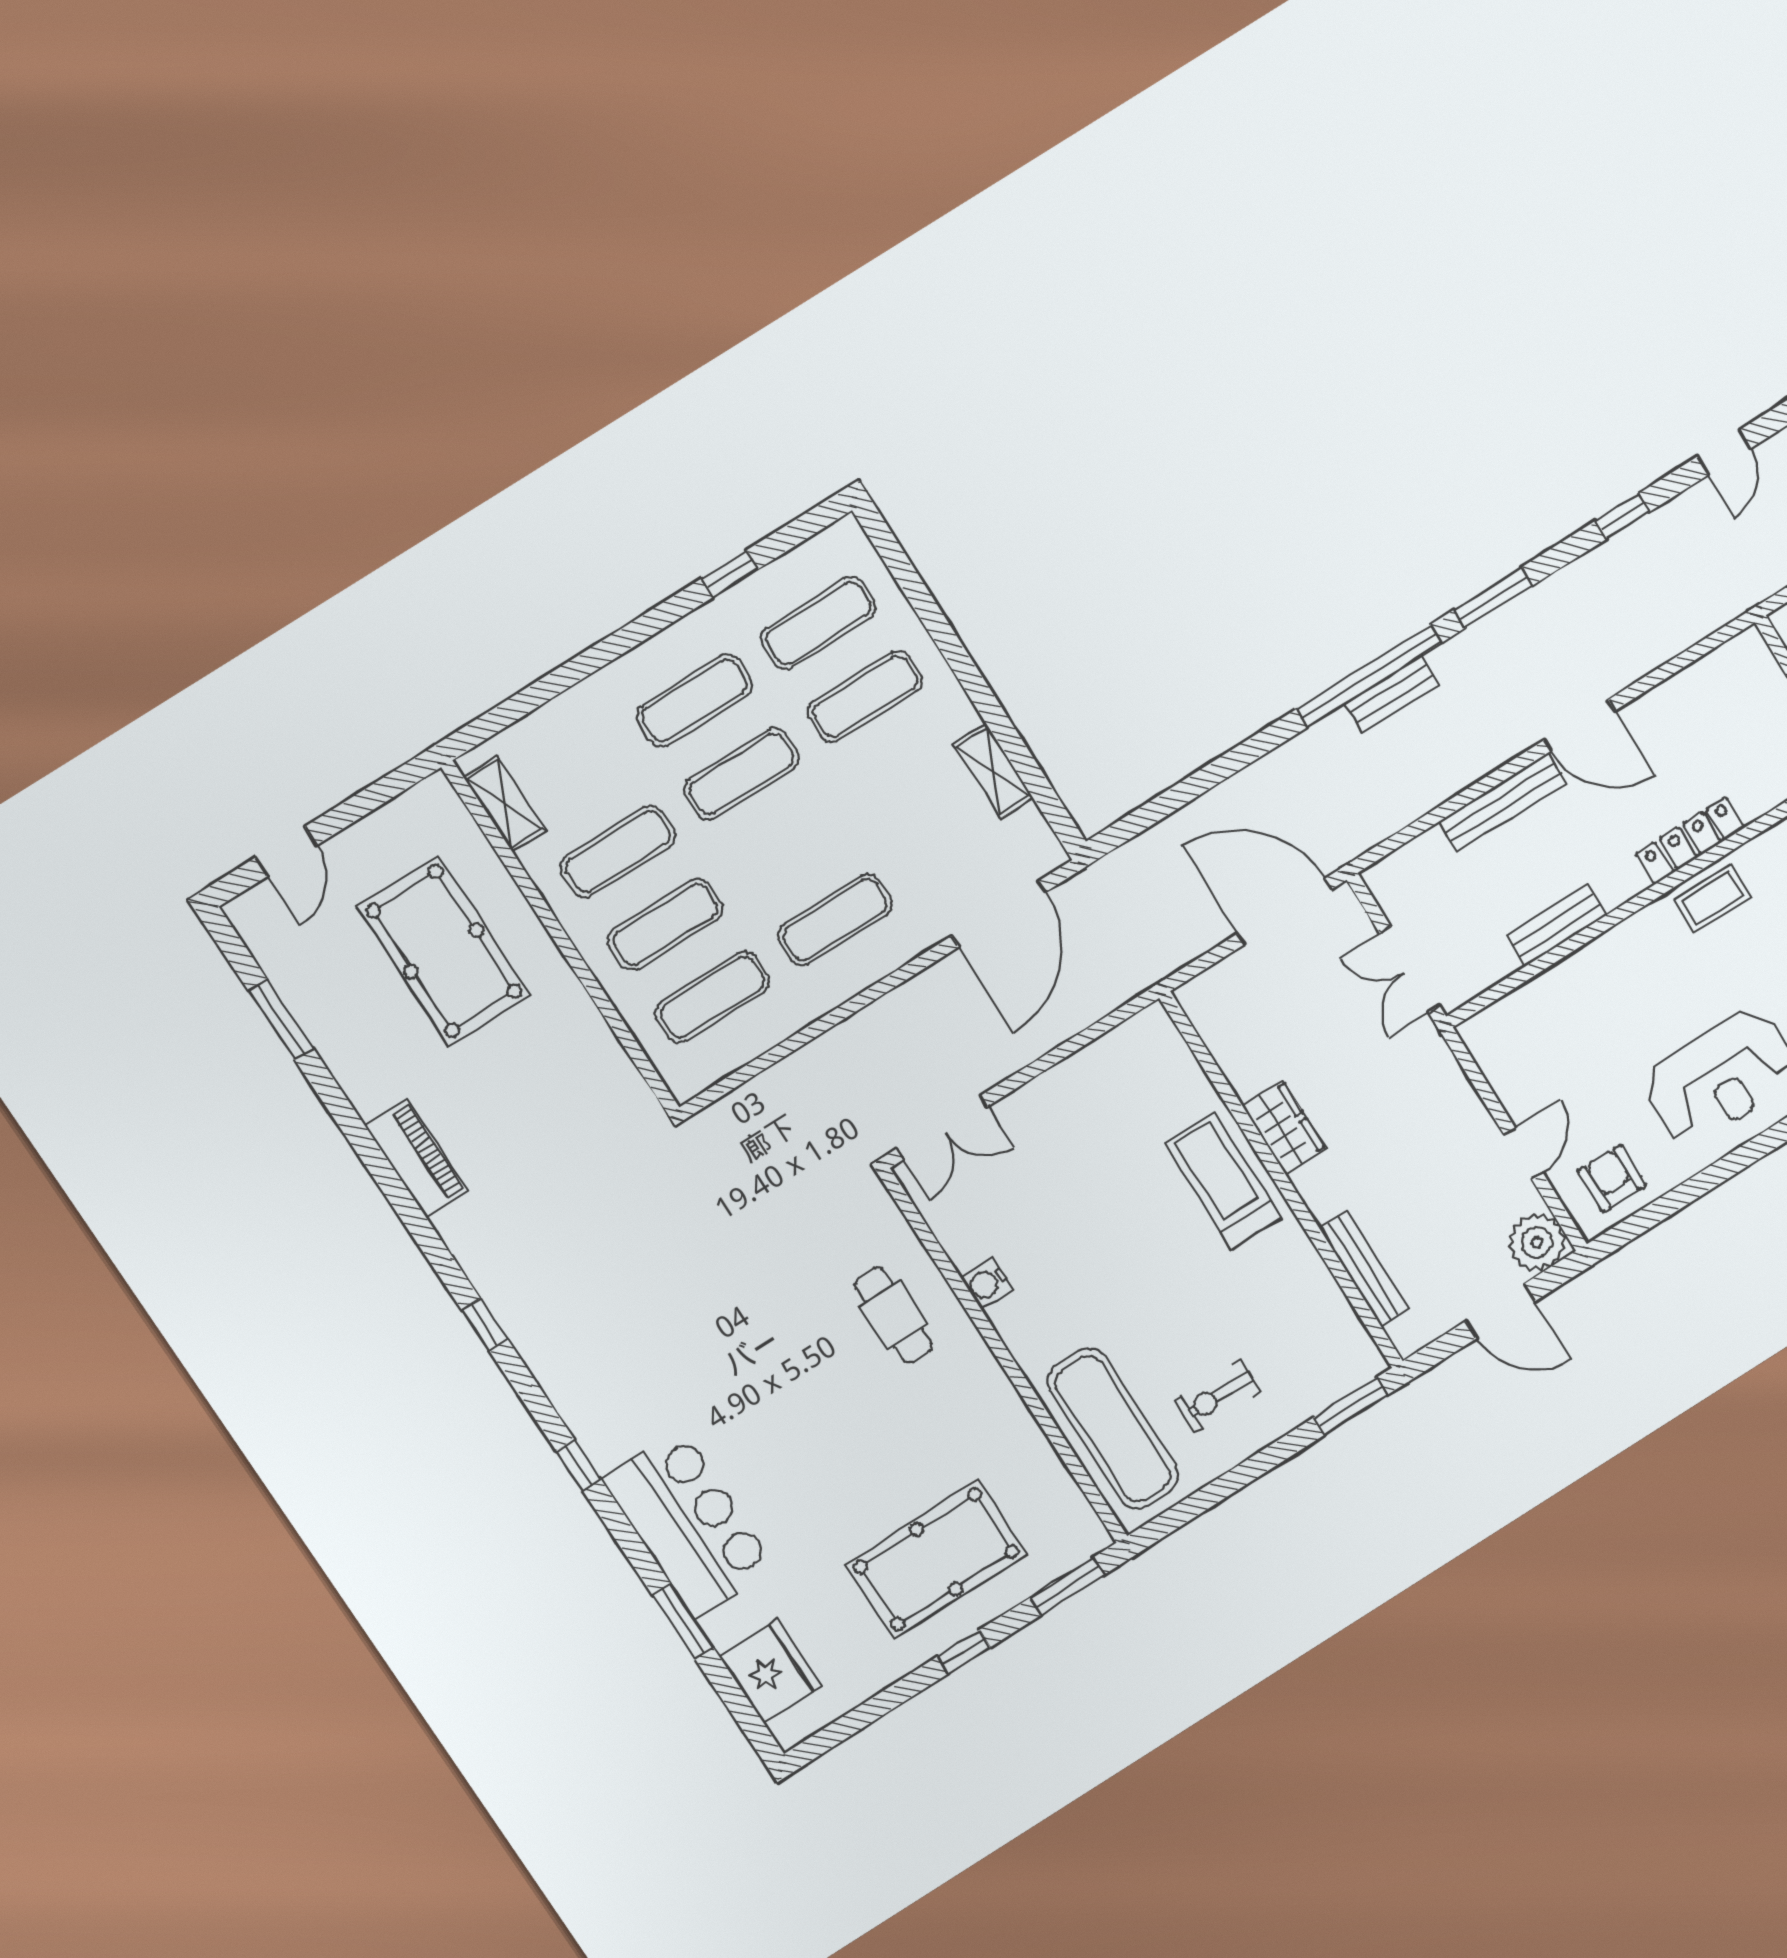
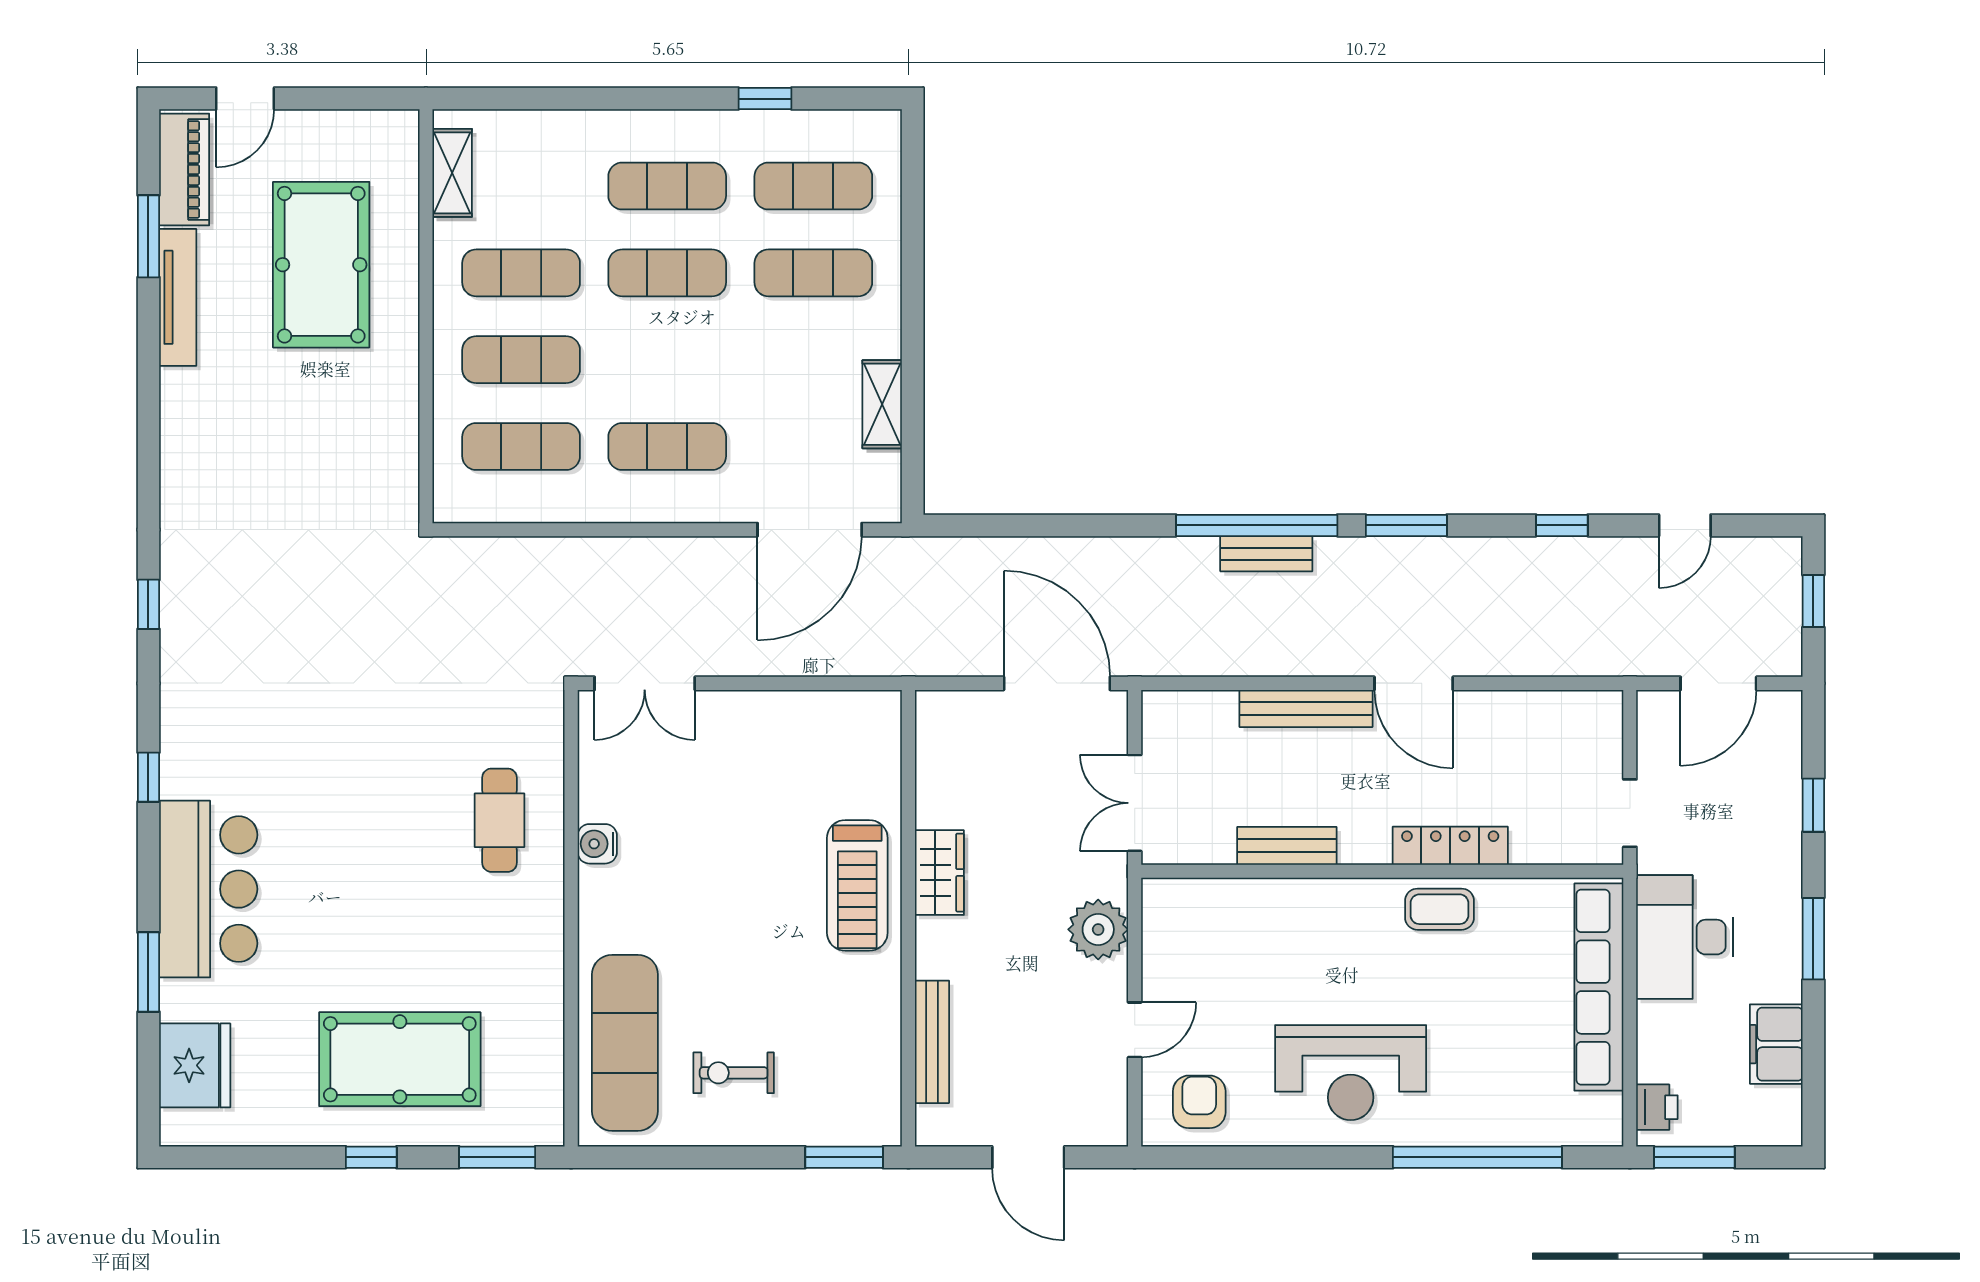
tv unit: (340, 1055) -> (178, 297), added
piano: (416, 1158) -> (184, 169), moved
treadmill: (1223, 1181) -> (857, 885), turned 180
plant: (1537, 1242) -> (1098, 929), moved

